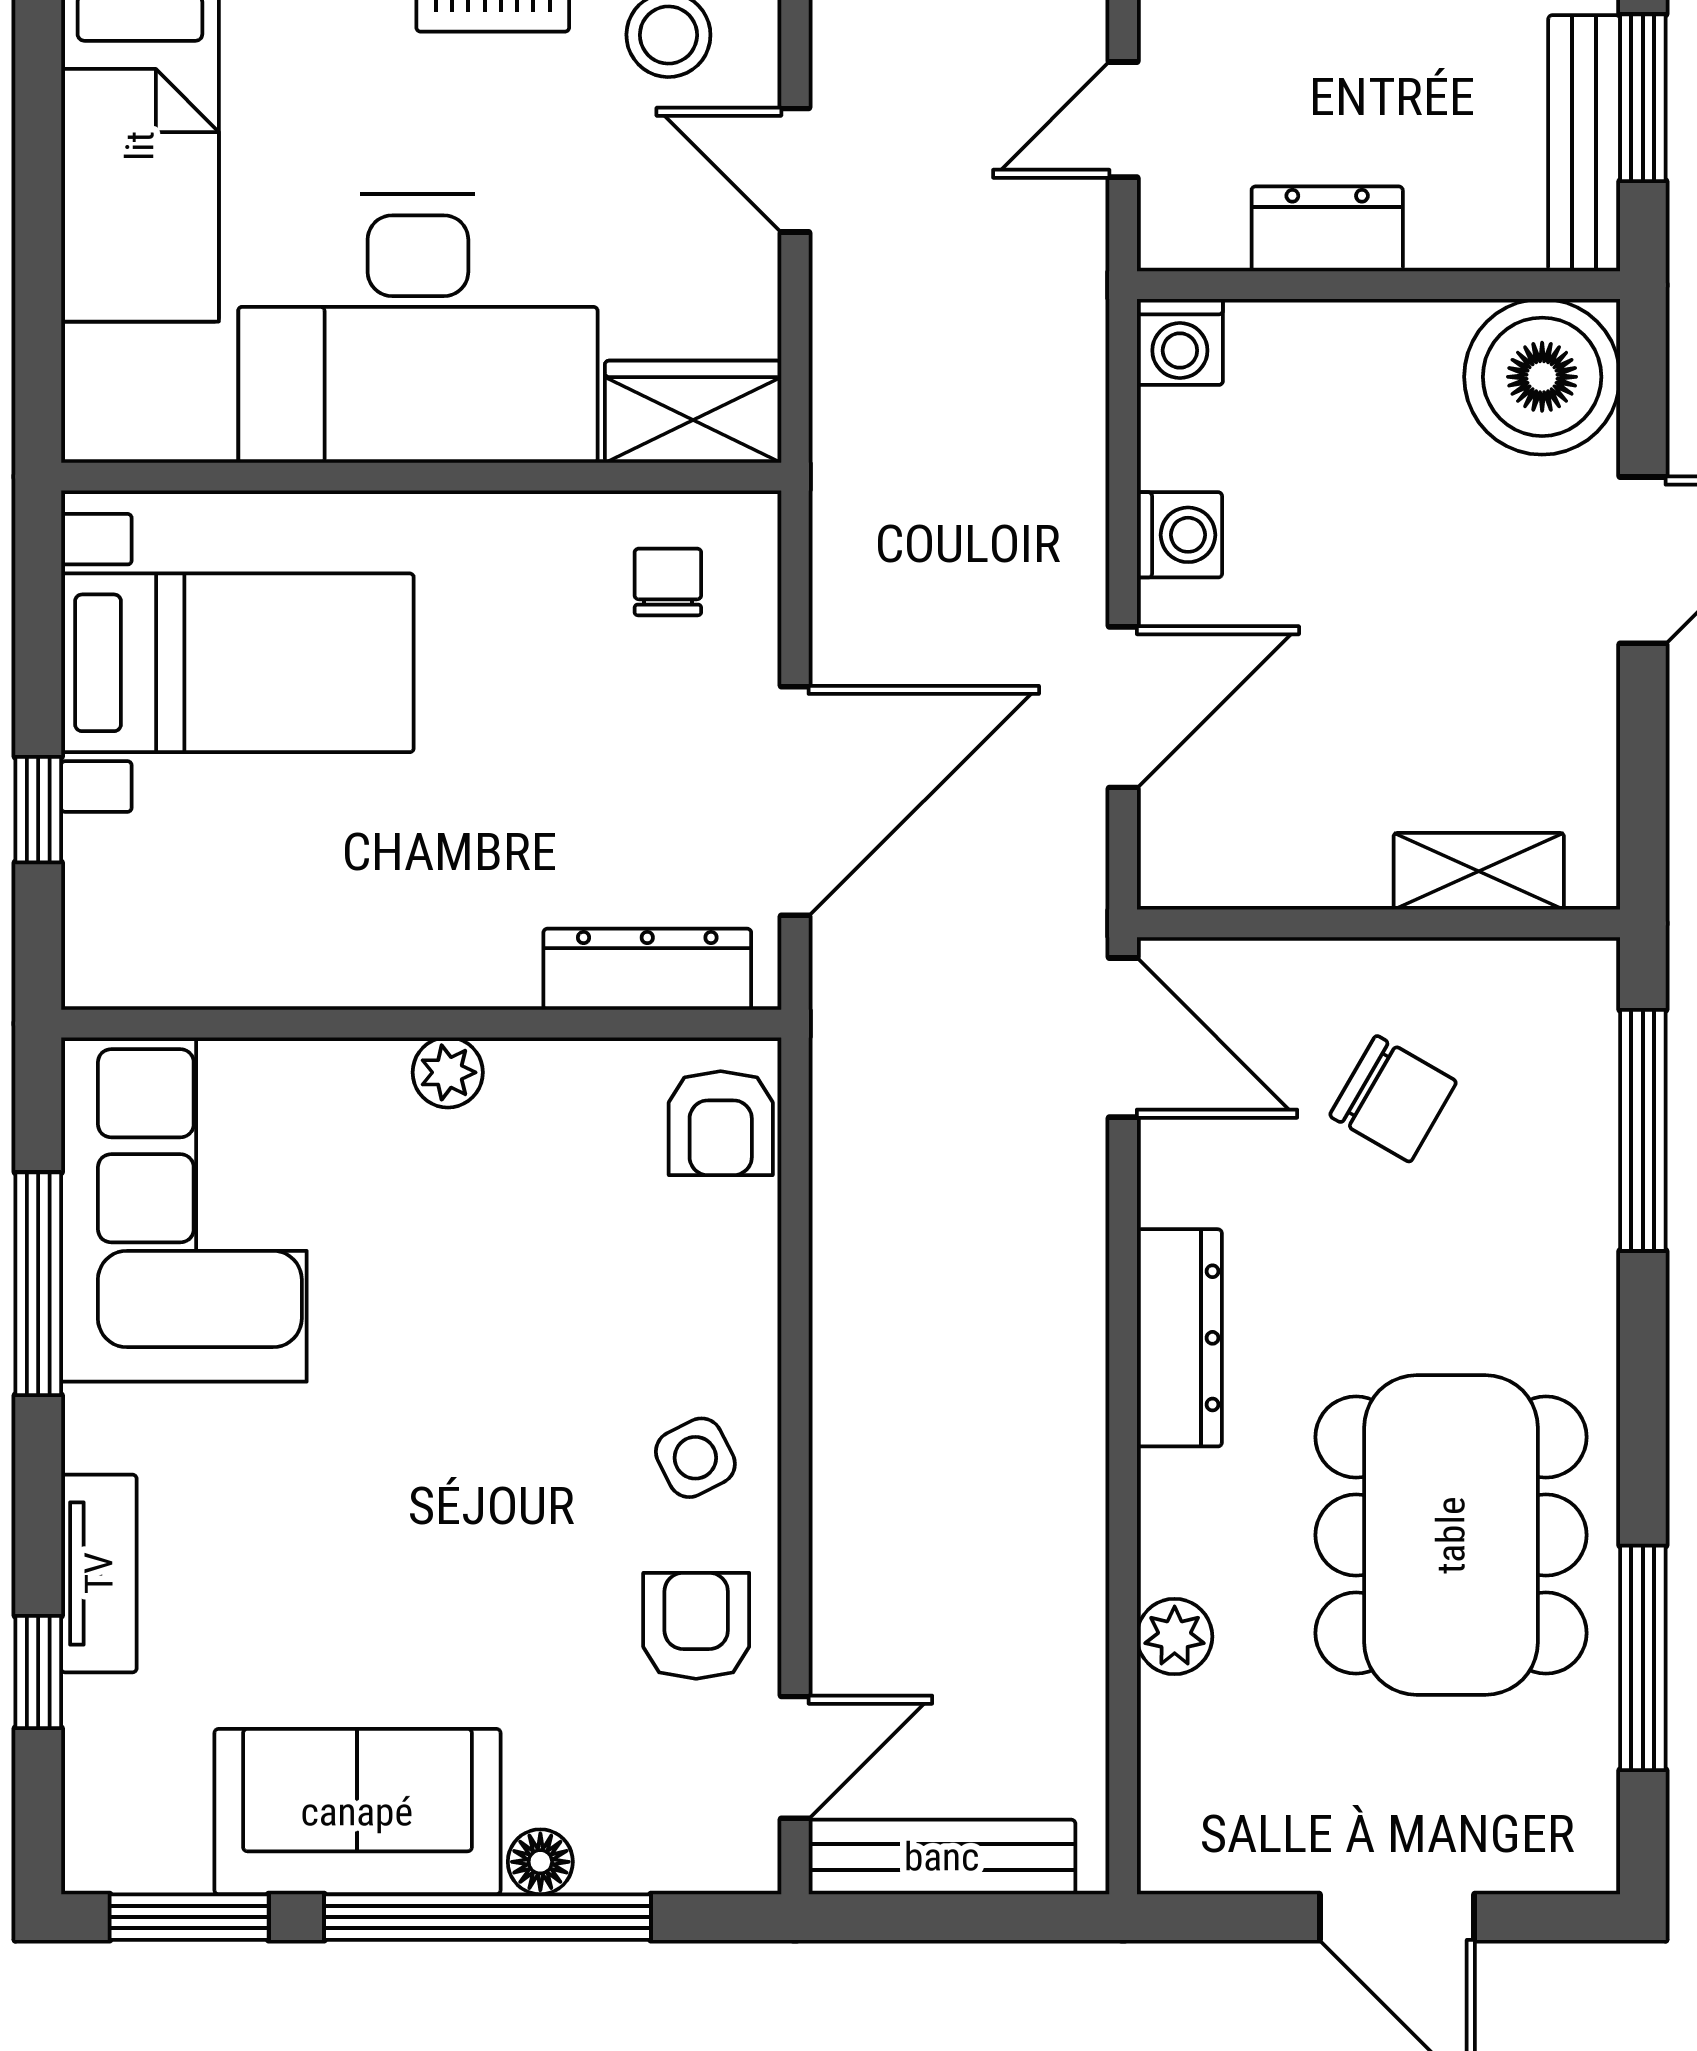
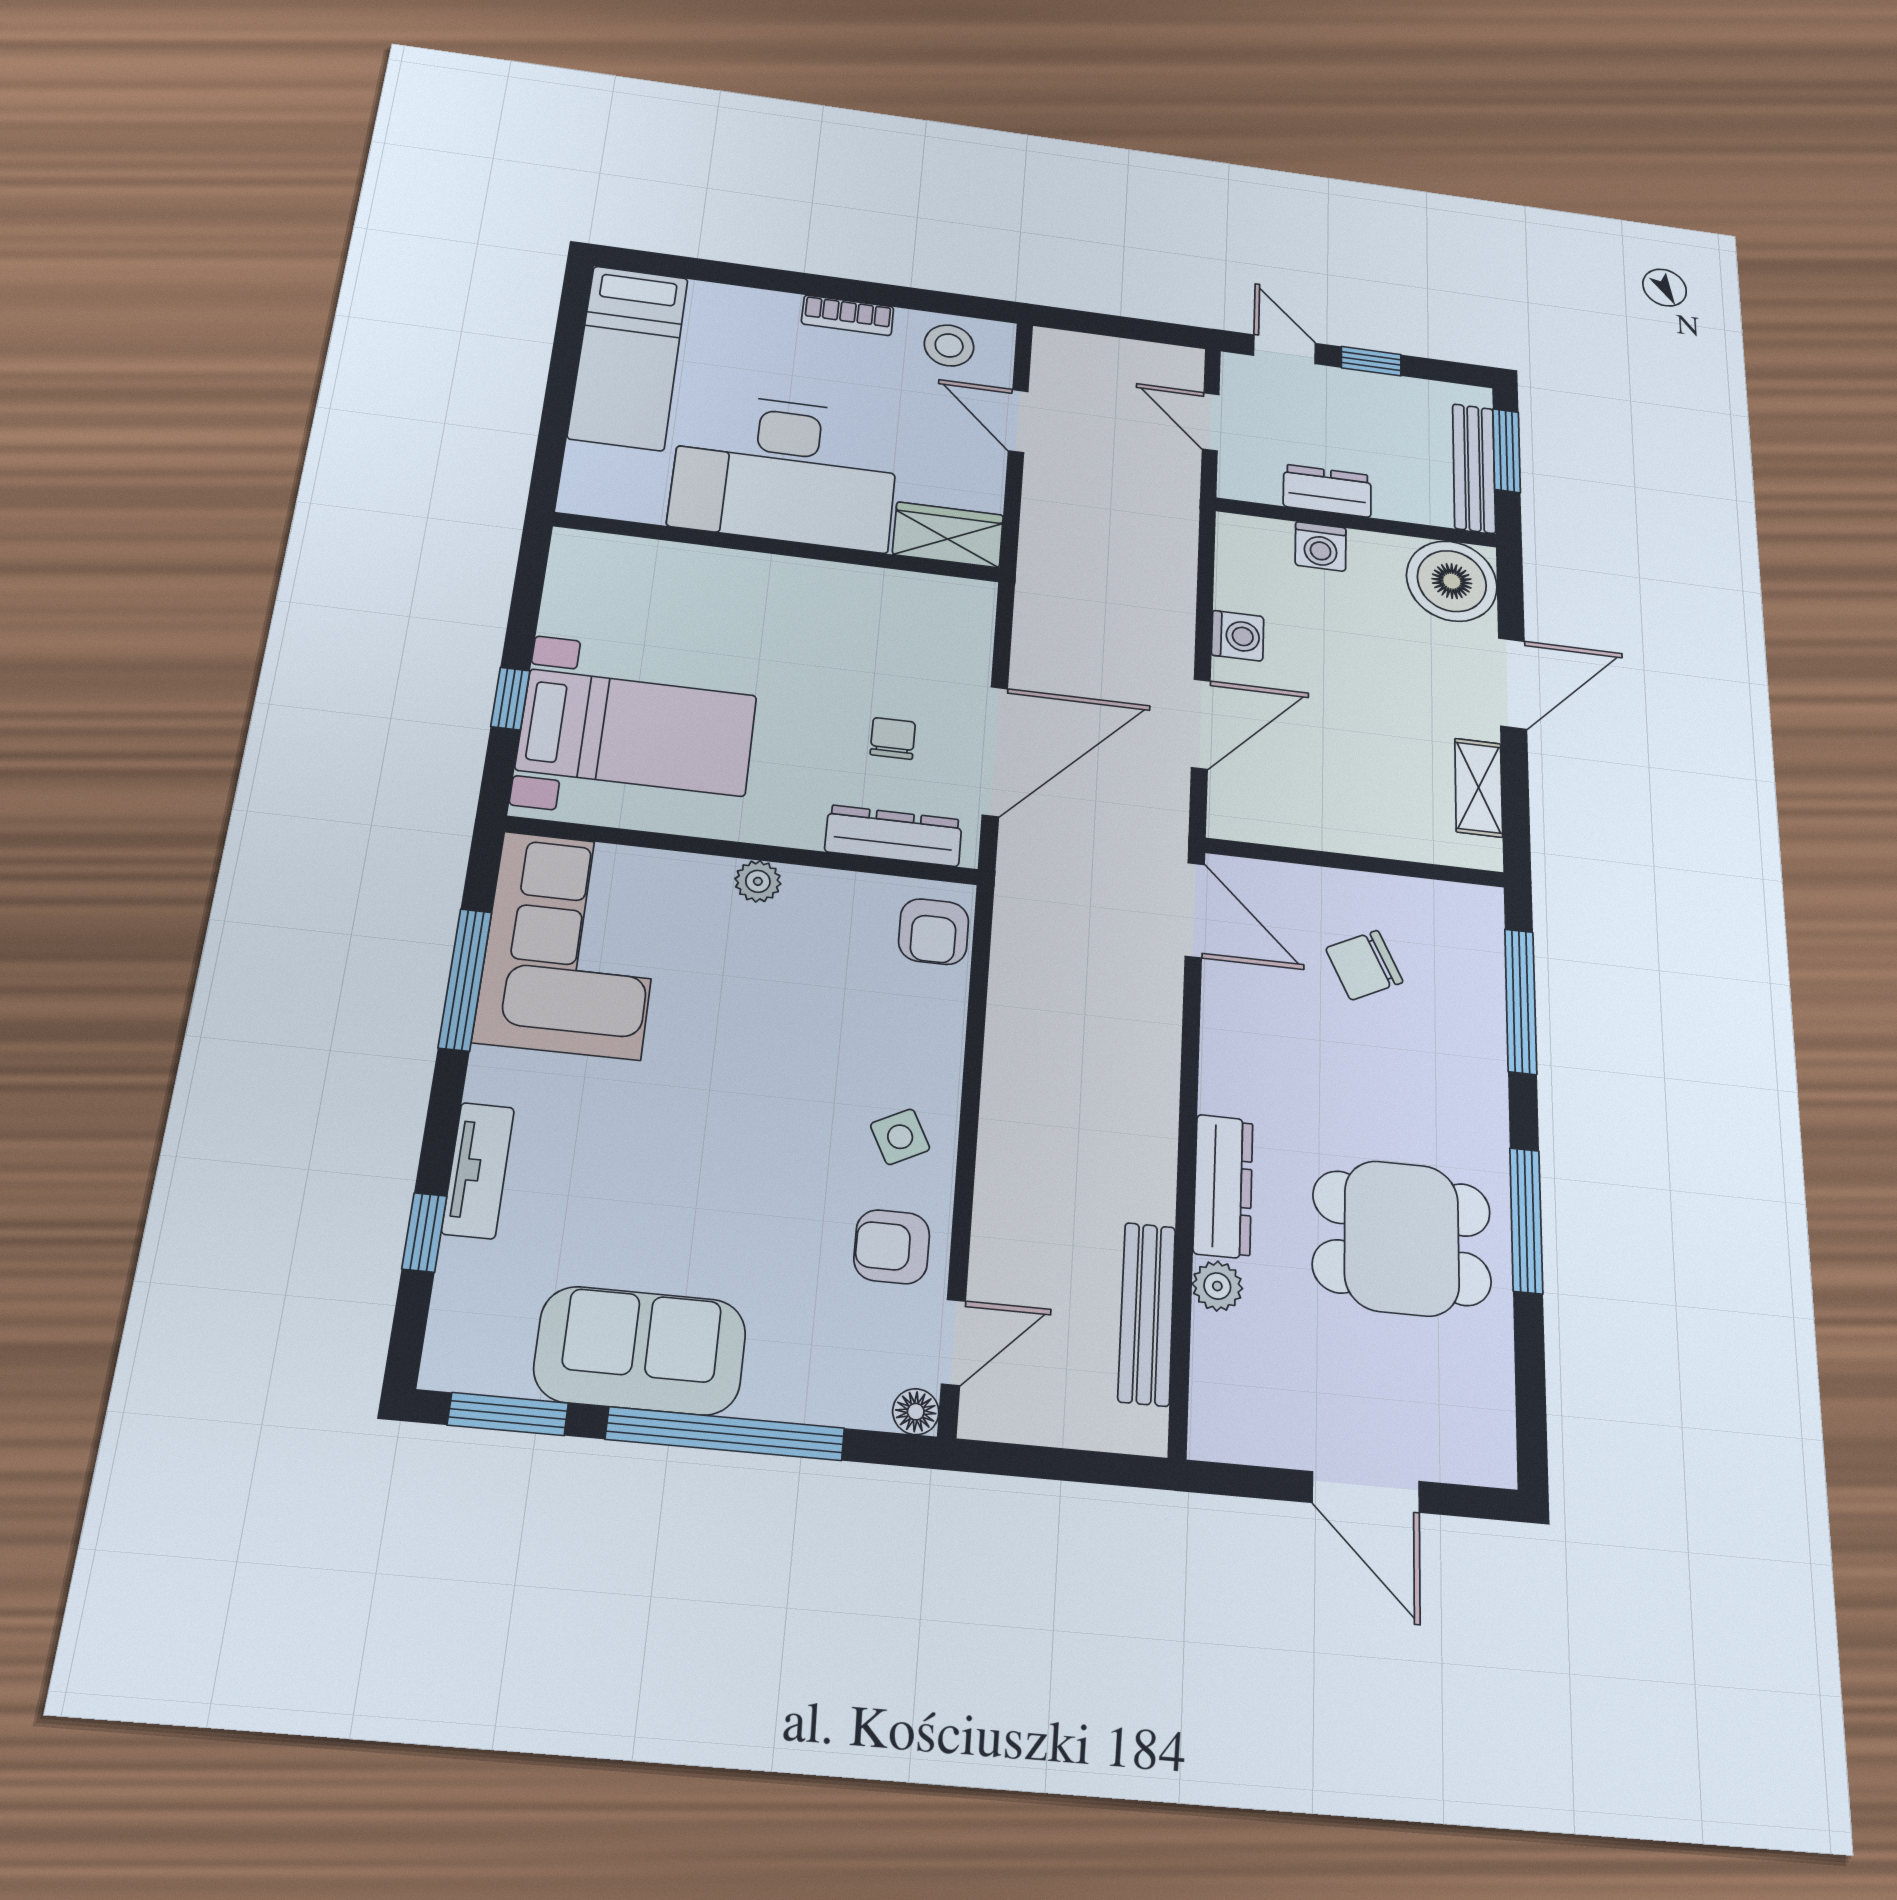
door: (1123, 120) -> (1211, 422), hinge flipped
washing machine: (1180, 342) -> (1321, 547), moved
chair: (668, 582) -> (893, 738), moved
bed with nightstands: (237, 663) -> (637, 732), moved
shelving: (1479, 871) -> (1479, 788), moved, turned 90
chair: (1393, 1099) -> (1364, 965), turned 124
dresser: (1179, 1338) -> (1223, 1186), moved
dining table: (1451, 1535) -> (1402, 1238), width x0.73
armchair: (696, 1626) -> (892, 1247), turned -90
window: (1643, 1658) -> (1526, 1220), moved
bench: (942, 1857) -> (1147, 1314), moved, turned 90
floor lamp: (540, 1862) -> (916, 1412), moved

